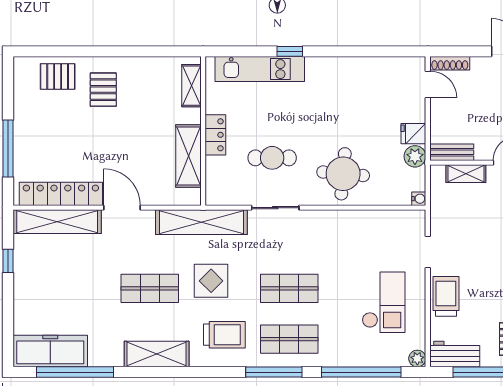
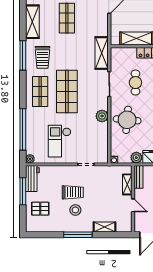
plant: (336, 221) -> (102, 116), added
shelving: (201, 222) -> (102, 53), width x0.68
display table: (211, 281) -> (71, 50), removed
shop shelf: (289, 288) -> (67, 91), width x1.43, depth x1.36
trolley: (446, 296) -> (73, 192), moved
checkout: (384, 302) -> (60, 141), turned 90
window: (274, 372) -> (23, 55), moved

